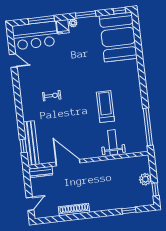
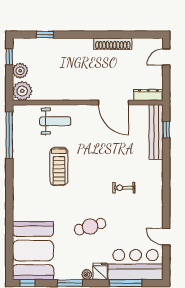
cafe table: (75, 62) -> (90, 227), added
weight bench: (113, 142) -> (55, 121), turned -90
plant: (142, 163) -> (22, 91), added

